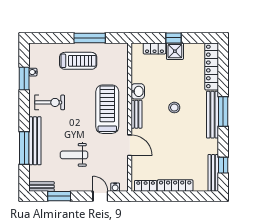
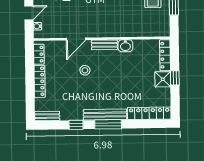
locker: (154, 48) -> (165, 55), width x1.53
stool: (174, 108) -> (85, 70), moved
treadmill: (107, 109) -> (109, 18), removed
window: (223, 165) -> (76, 125), moved
bench: (213, 173) -> (47, 116), width x0.73

